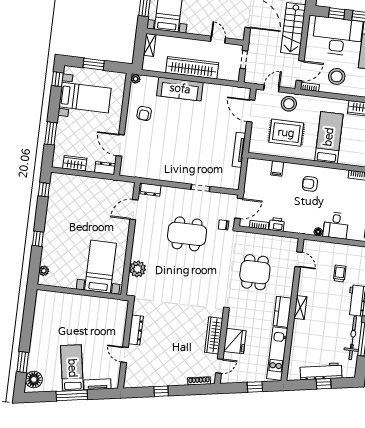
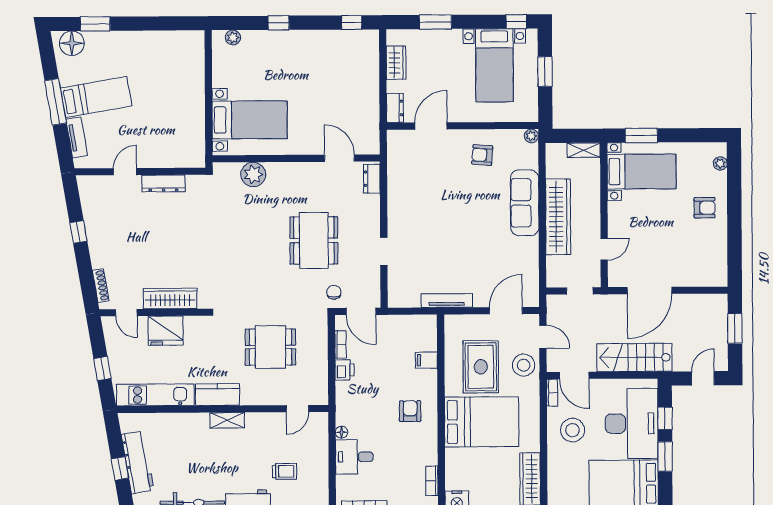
bed: (329, 137) -> (482, 422), width x1.50

